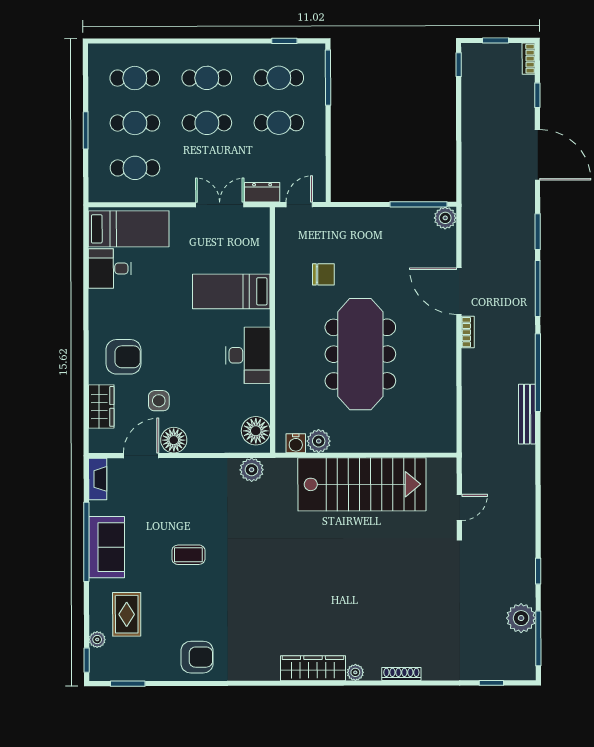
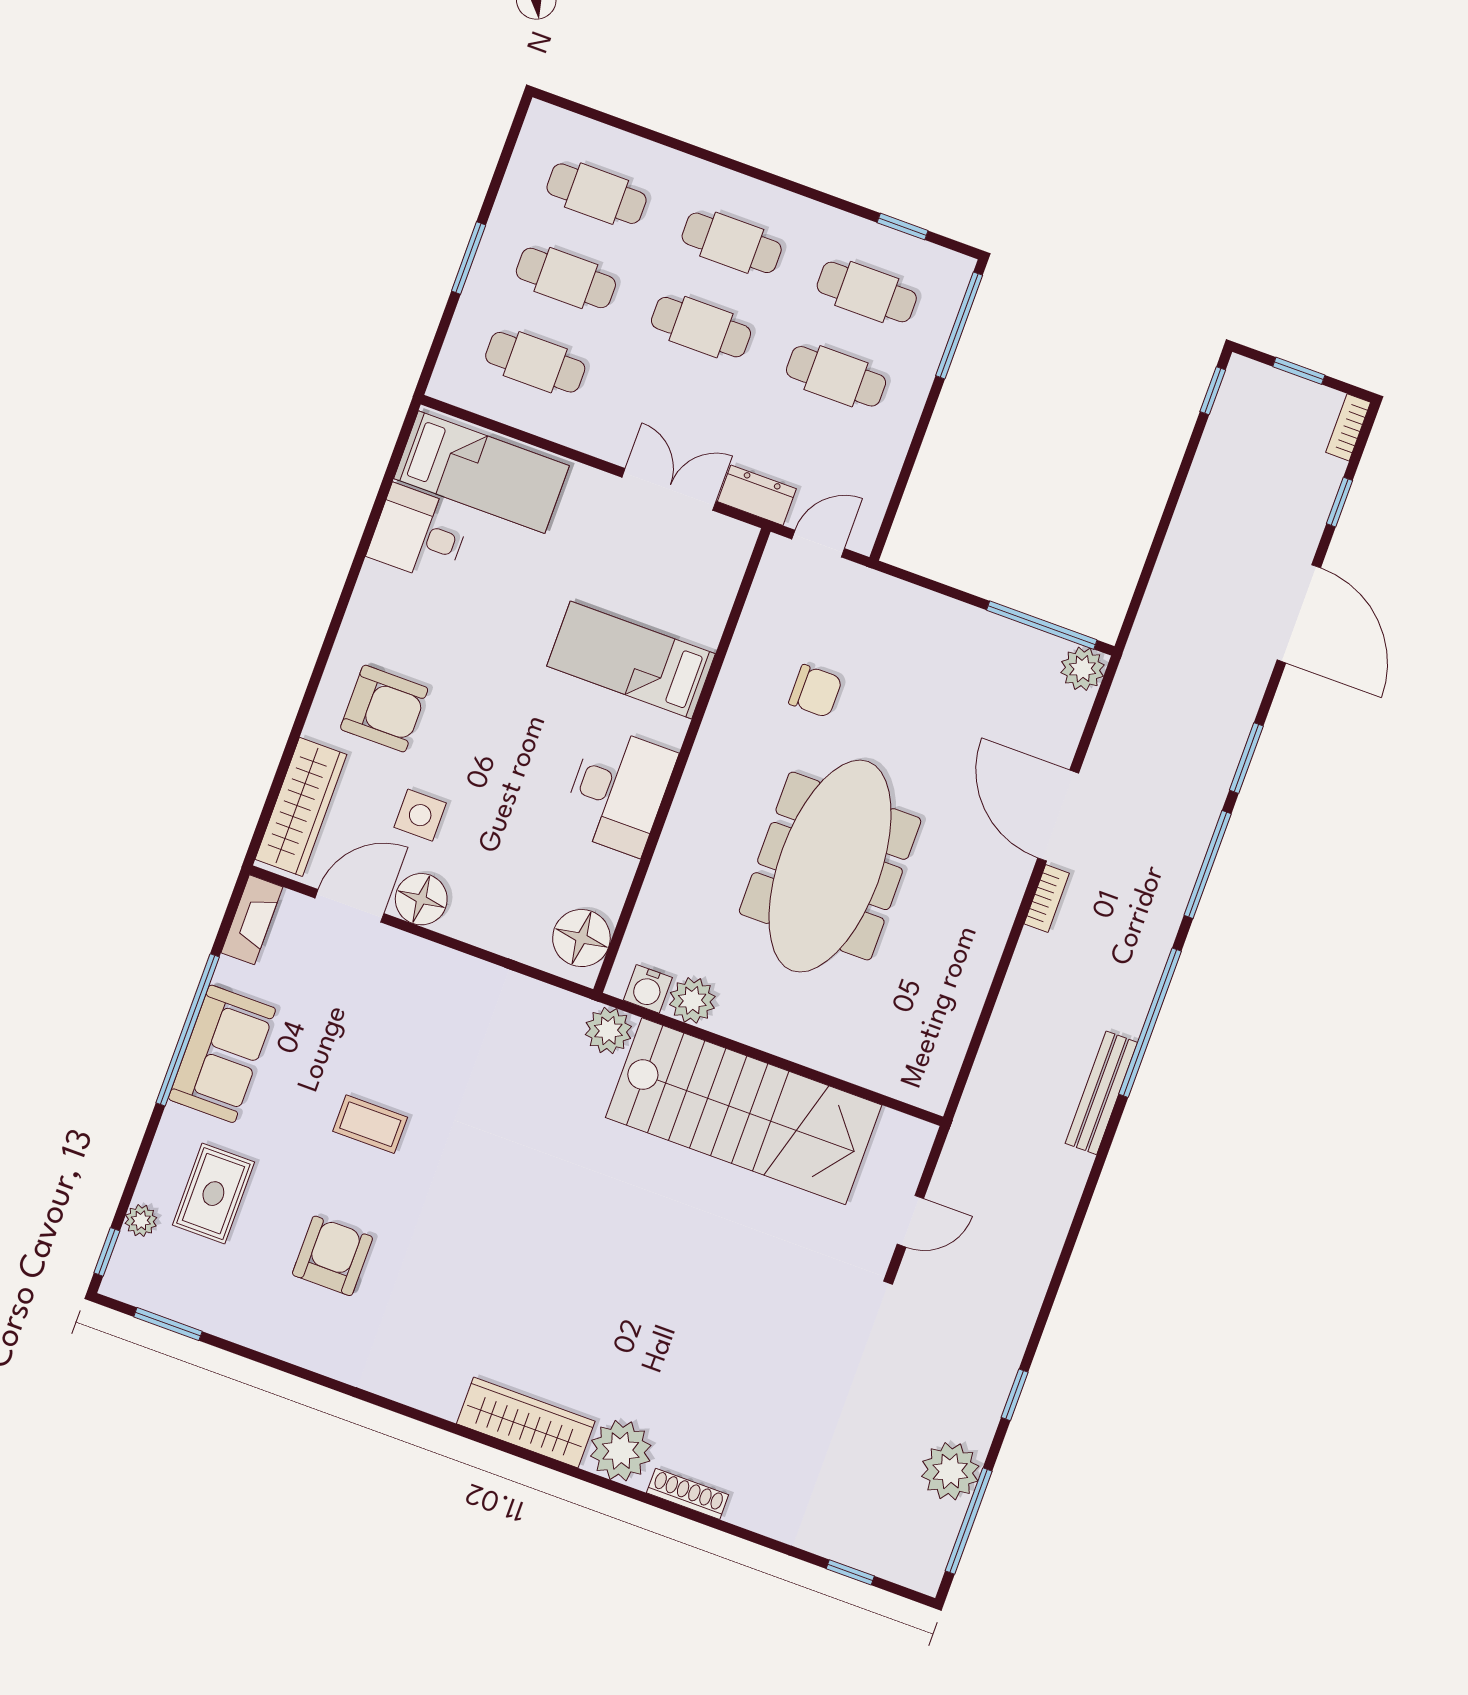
wardrobe: (101, 407) -> (301, 807), width x1.50
plant: (252, 470) -> (608, 1031), moved
armchair: (197, 657) -> (332, 1256), moved, turned -90
plant: (355, 672) -> (621, 1451), width x1.88, depth x1.88

